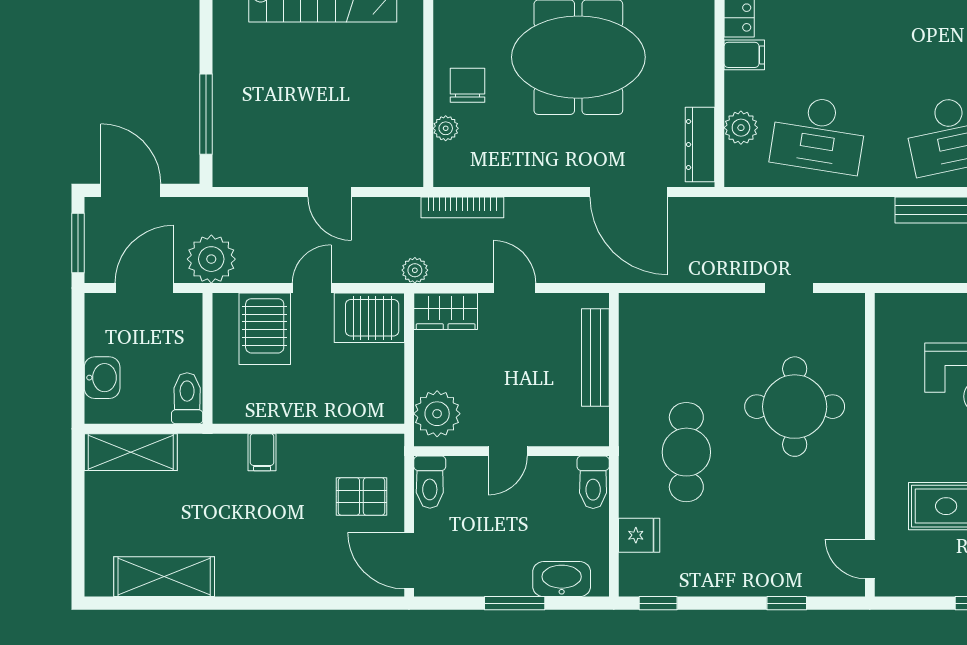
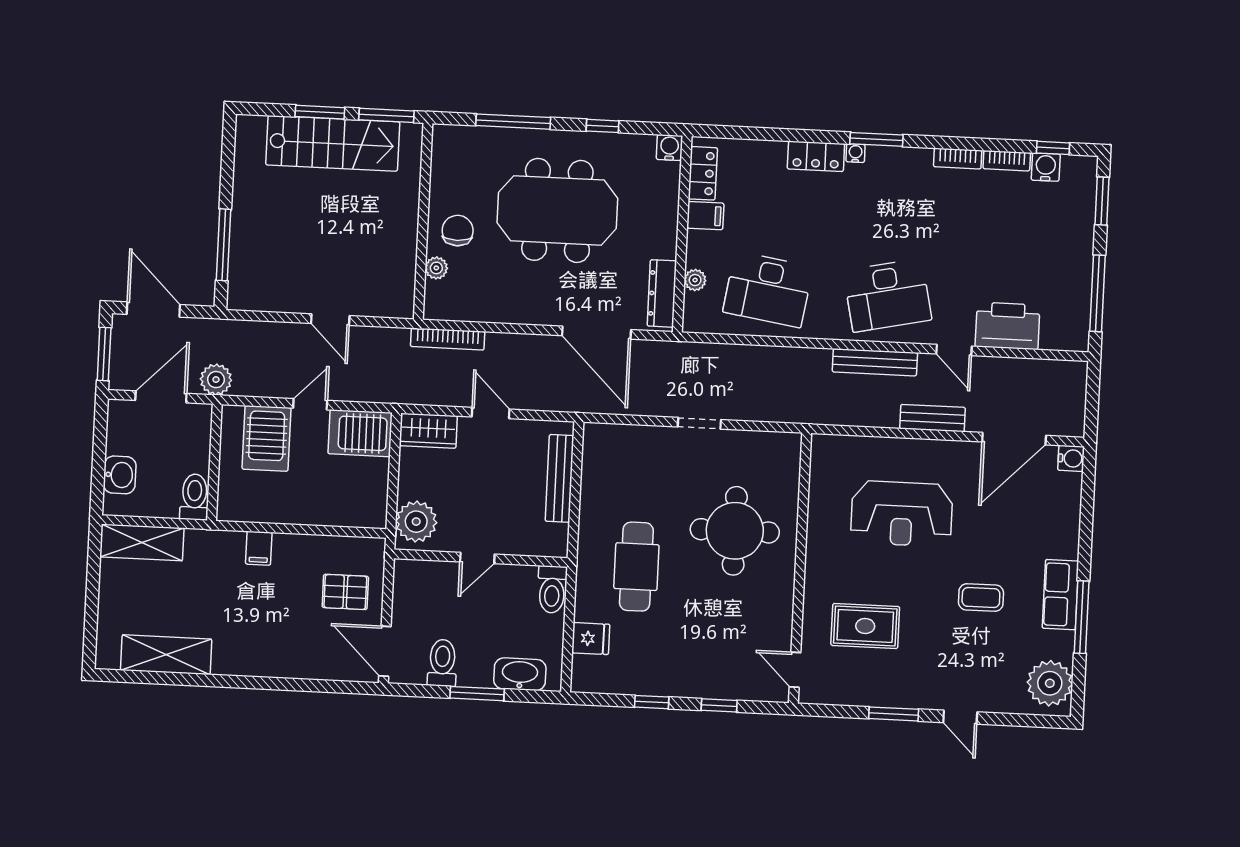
plant: (741, 128) -> (695, 280), width x0.73, depth x0.73
plant: (211, 259) -> (216, 380), width x0.73, depth x0.73
plant: (415, 270) -> (403, 393), removed
doorway: (789, 288) -> (699, 423), moved
toilet: (430, 482) -> (442, 663), moved, turned 180
window: (658, 603) -> (652, 702), moved

